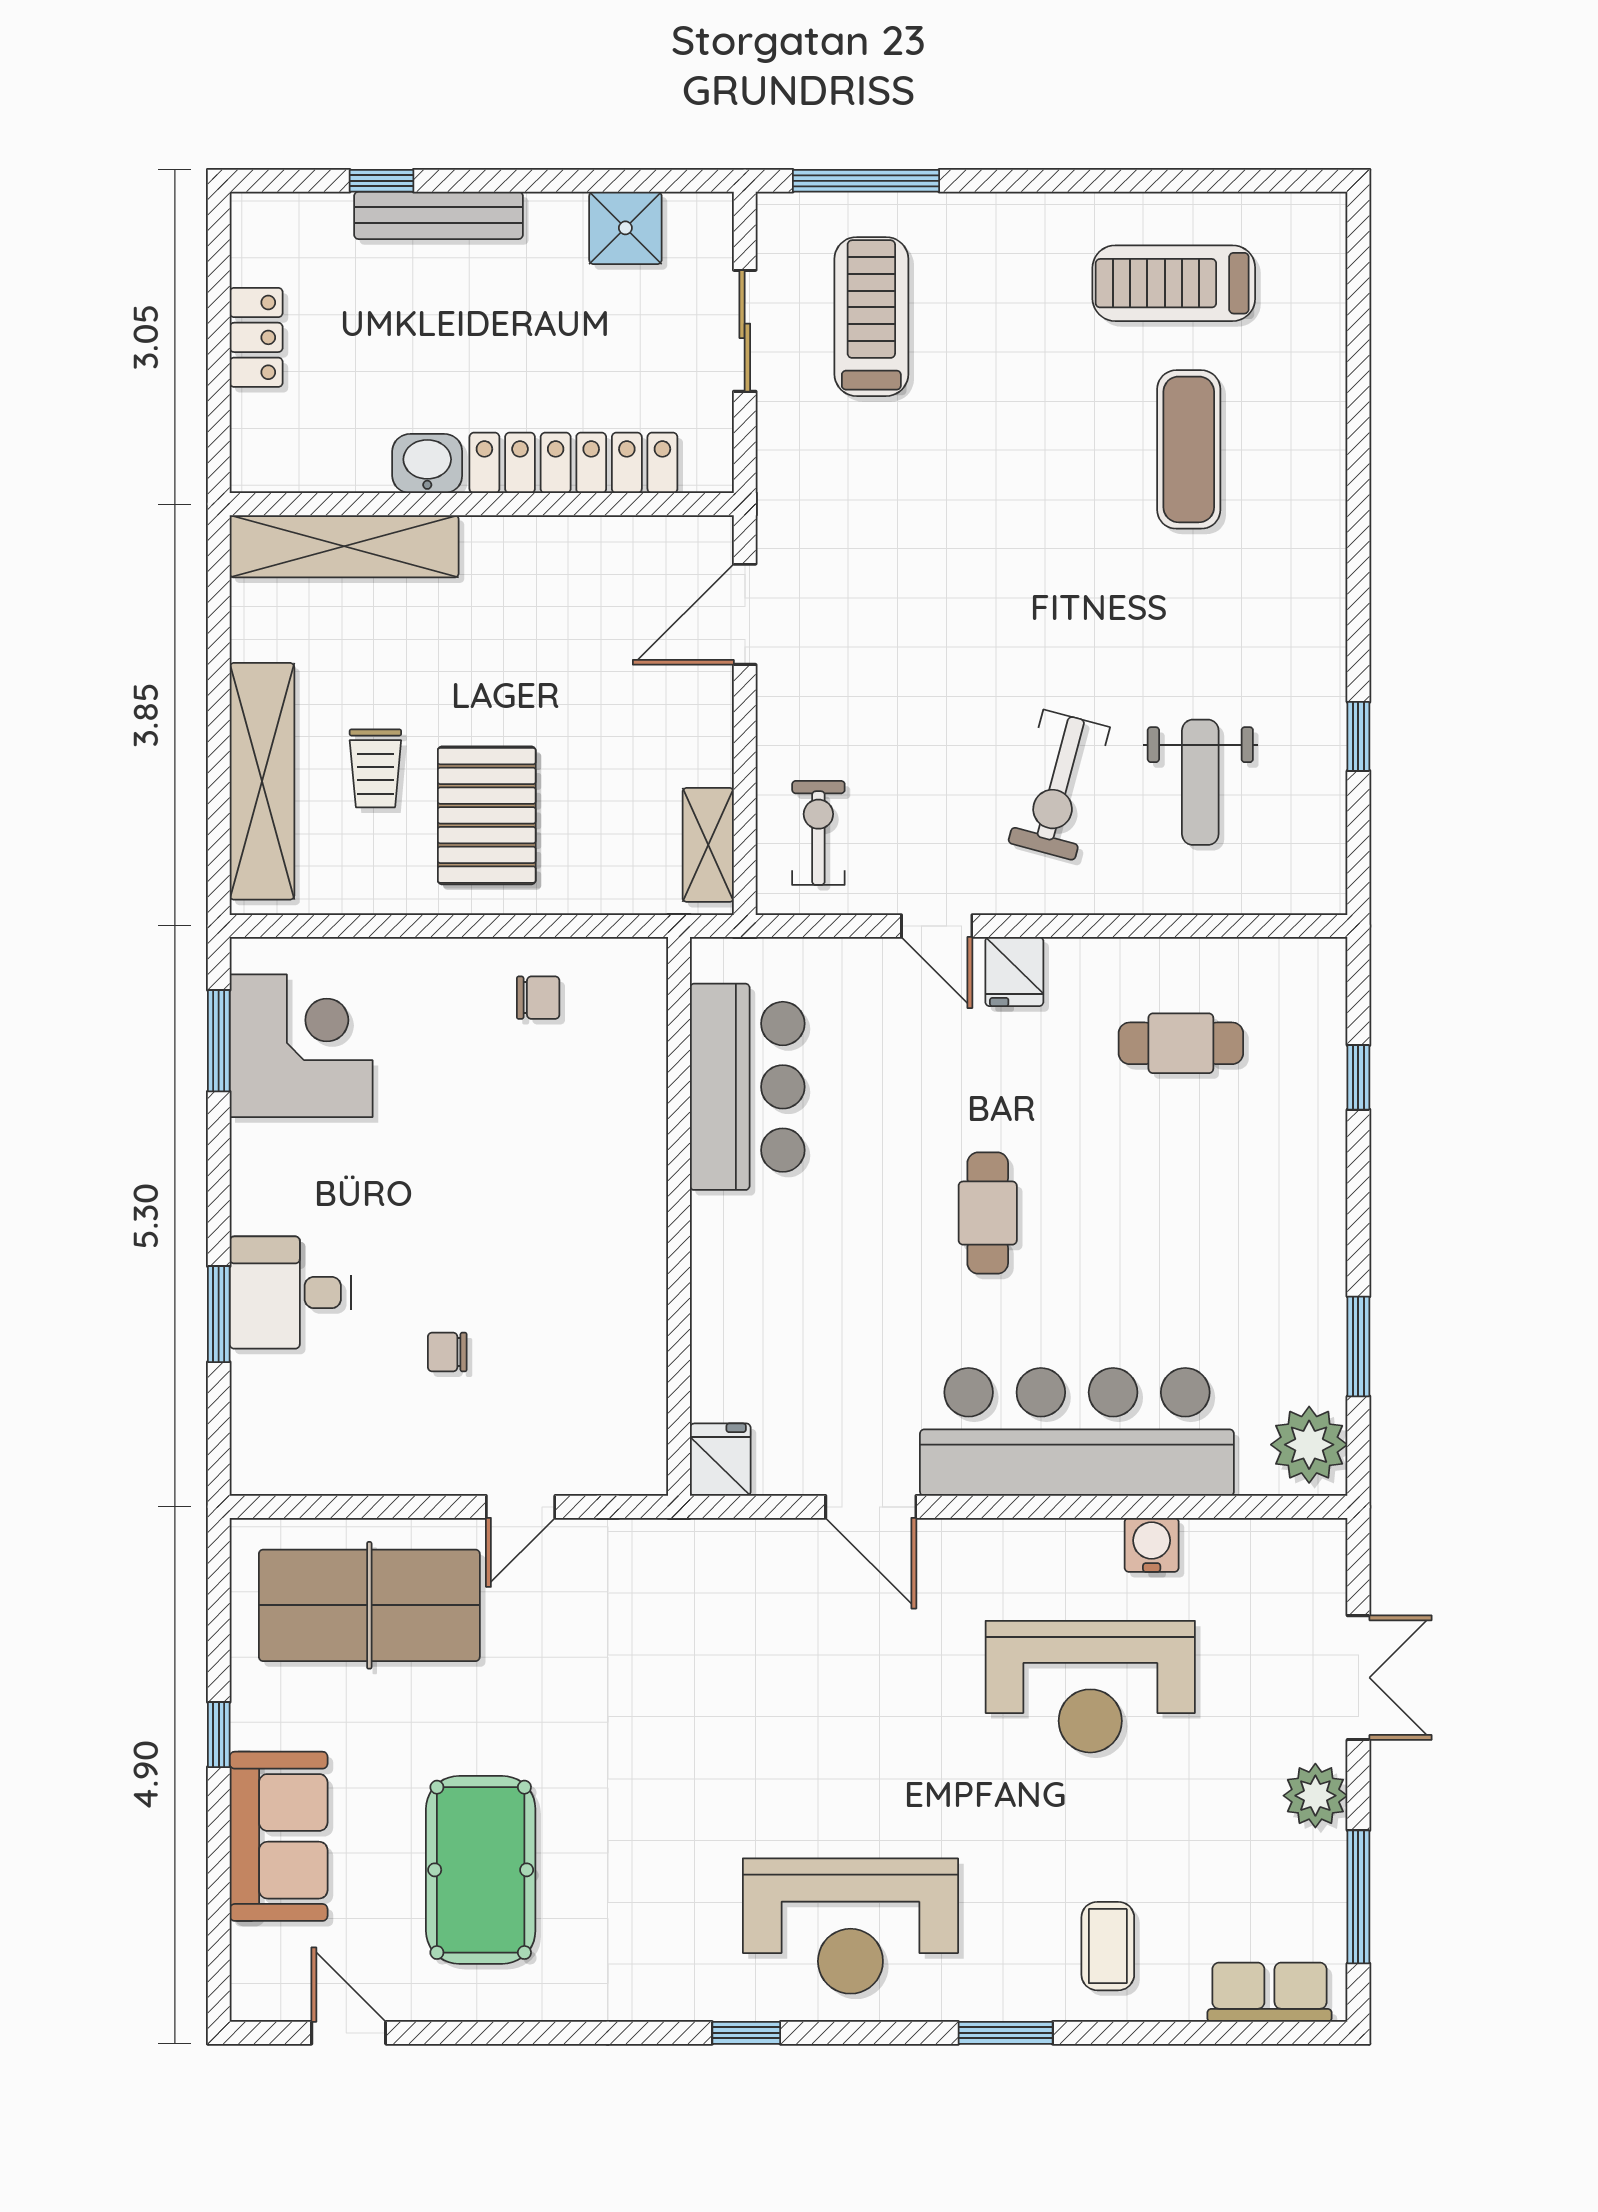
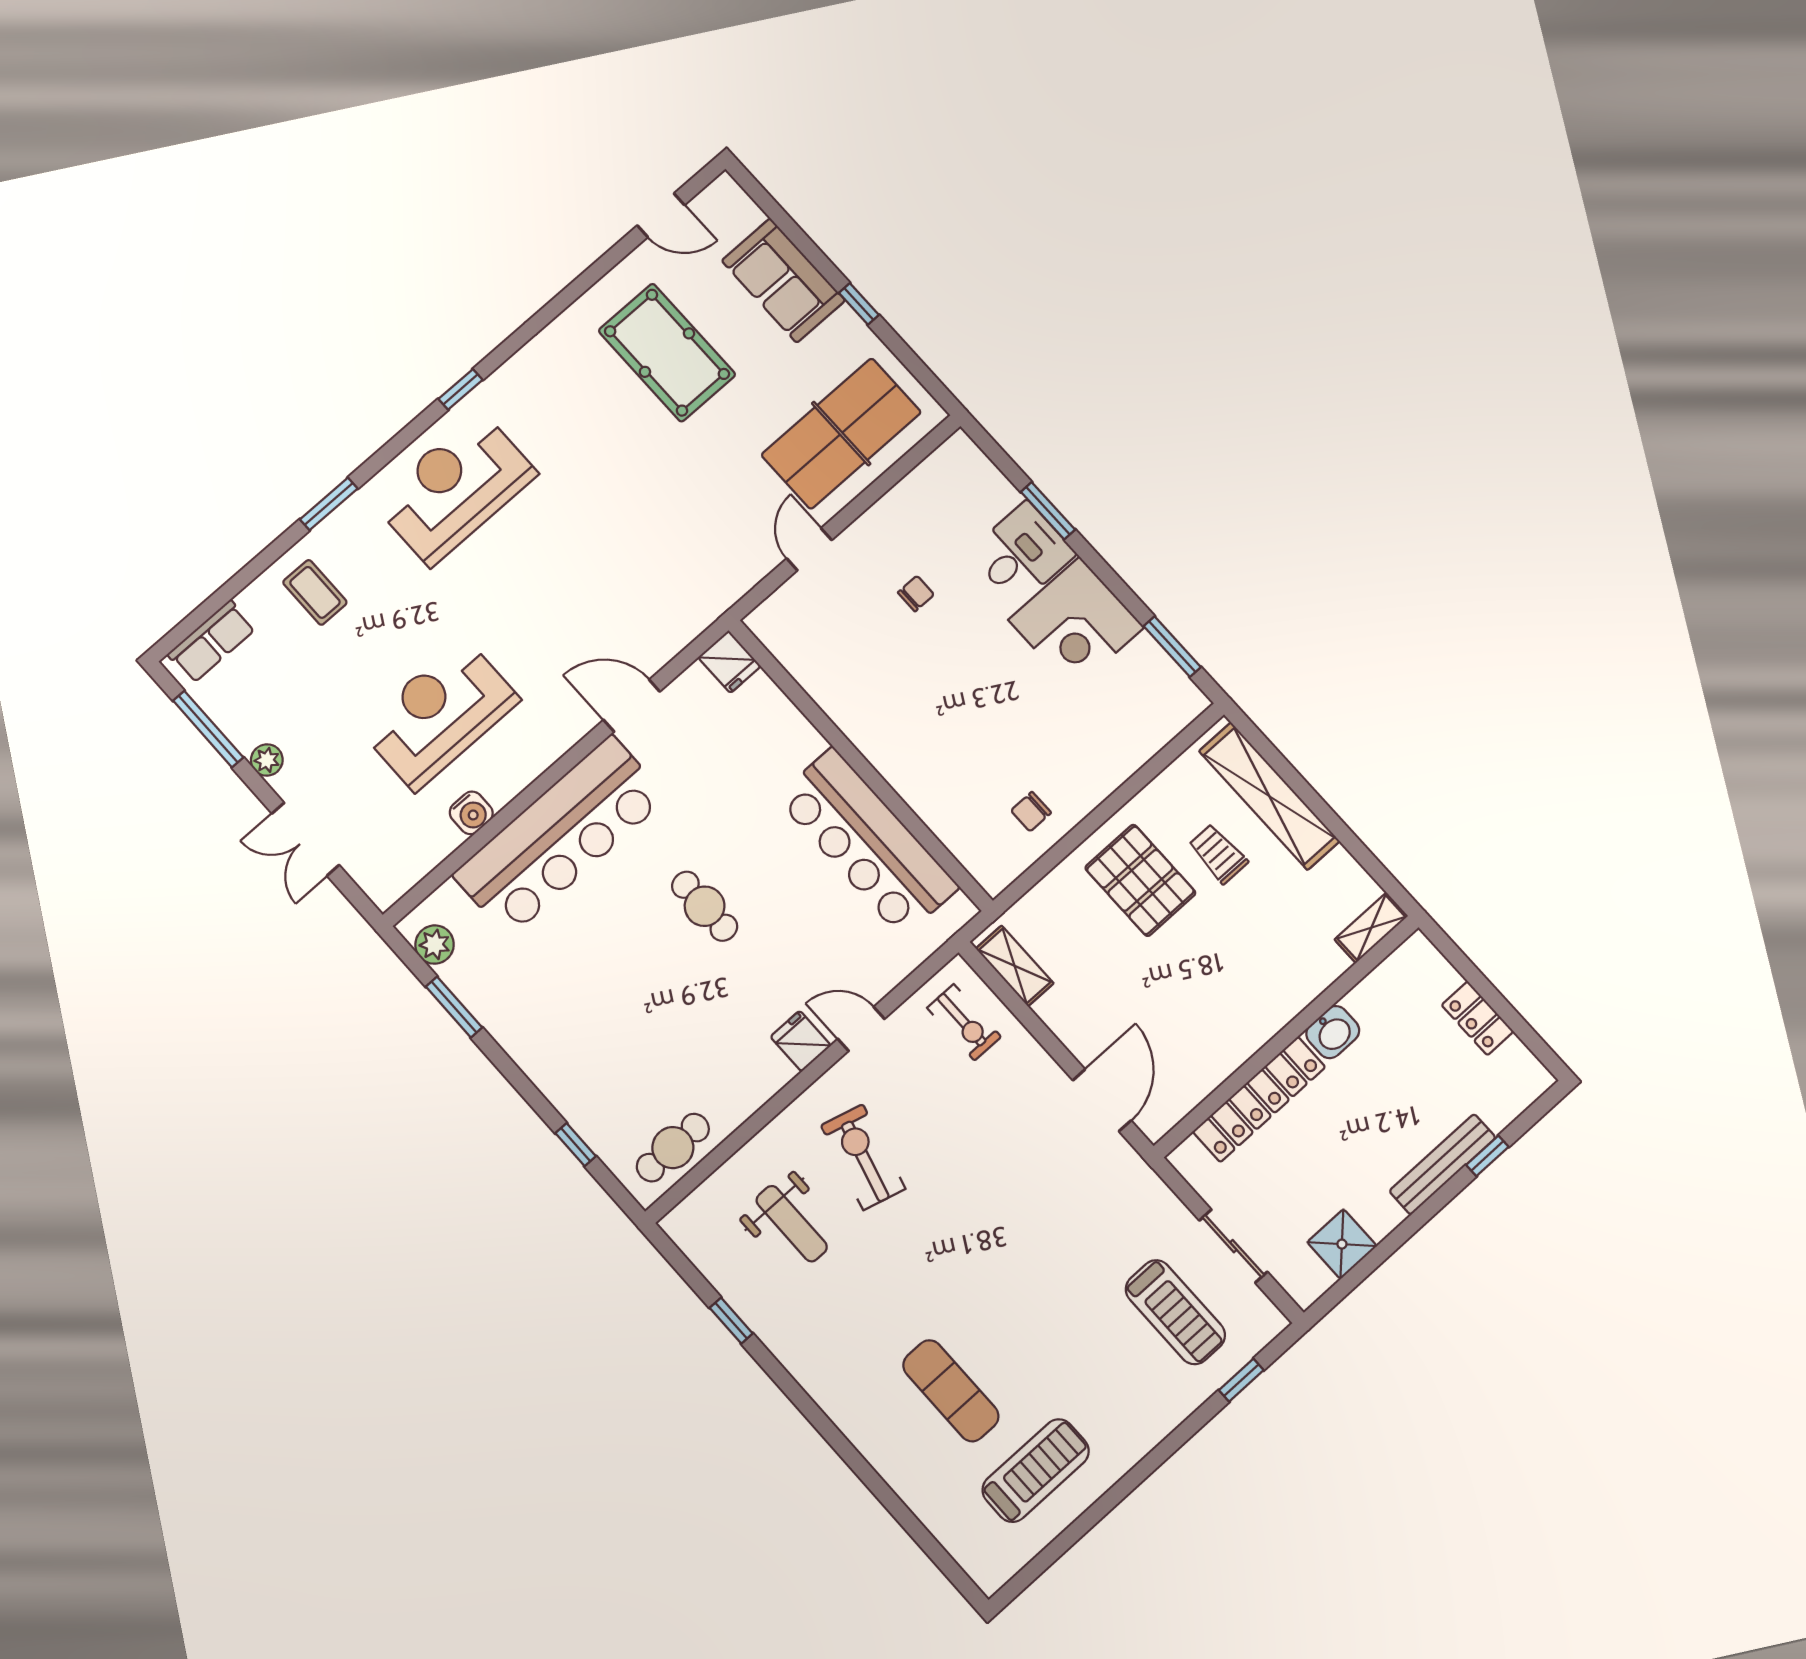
window: (866, 181) -> (1241, 1380), width x0.46
shelving: (344, 546) -> (1371, 928), width x0.45, depth x0.75
weight bench: (1200, 782) -> (792, 1224), turned 180
cafe table: (1181, 1043) -> (673, 1148), moved
corner desk: (301, 1046) -> (1076, 624), moved
bar counter: (747, 1087) -> (867, 842), width x1.36
plant: (1309, 1445) -> (435, 945), width x0.73, depth x0.73
plant: (1315, 1796) -> (267, 760), width x0.73, depth x0.73

